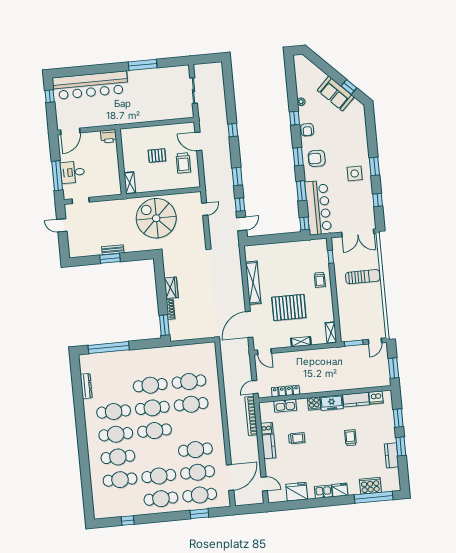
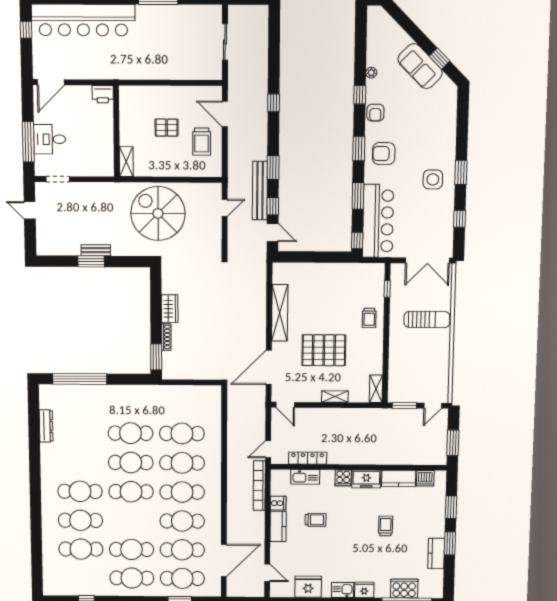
bench: (229, 194) -> (260, 191), added
door: (242, 224) -> (273, 233), hinge flipped
cafe table: (114, 412) -> (182, 492), moved

